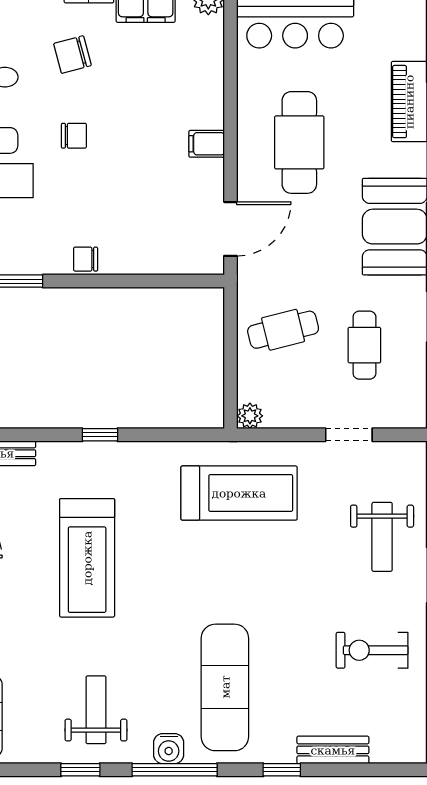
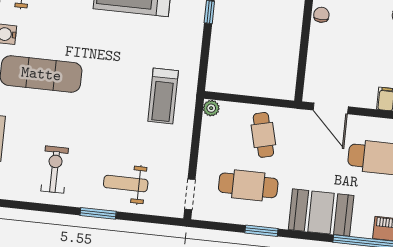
cafe table: (364, 345) -> (248, 185), width x1.37, depth x1.35
doorway: (349, 435) -> (190, 194), moved
treadmill: (239, 493) -> (163, 96), width x0.73, depth x0.73

